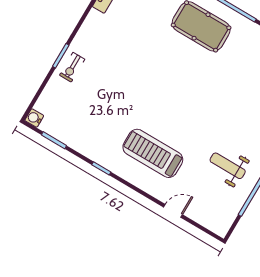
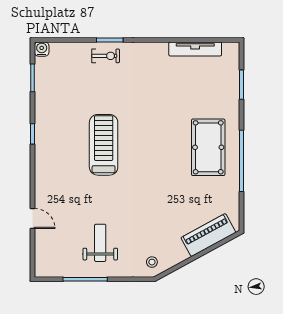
exercise bike: (72, 67) -> (106, 56), turned 180
treadmill: (153, 153) -> (104, 145), moved

